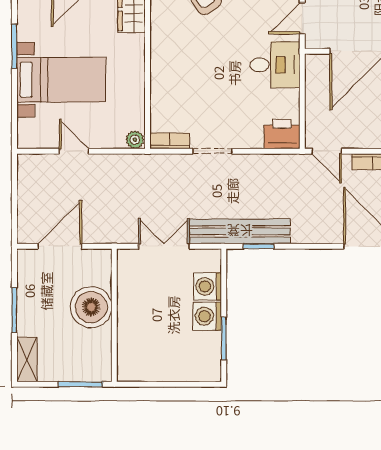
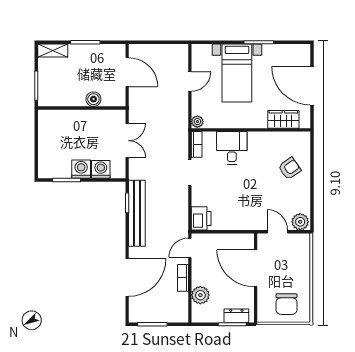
desk: (275, 65) -> (232, 148), moved, turned 180
bench: (240, 231) -> (137, 213), moved
boiler: (91, 307) -> (93, 99), width x0.54, depth x0.54

